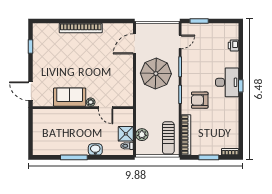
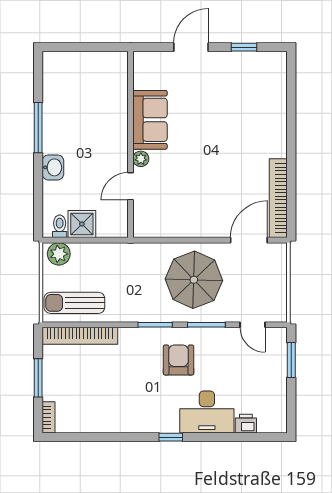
bookcase: (81, 28) -> (278, 198), moved
door: (134, 44) -> (249, 240), hinge flipped
desk: (227, 82) -> (207, 412), moved
door: (30, 91) -> (191, 47), moved
armchair: (200, 100) -> (179, 360), moved
plant: (142, 135) -> (59, 254), moved

